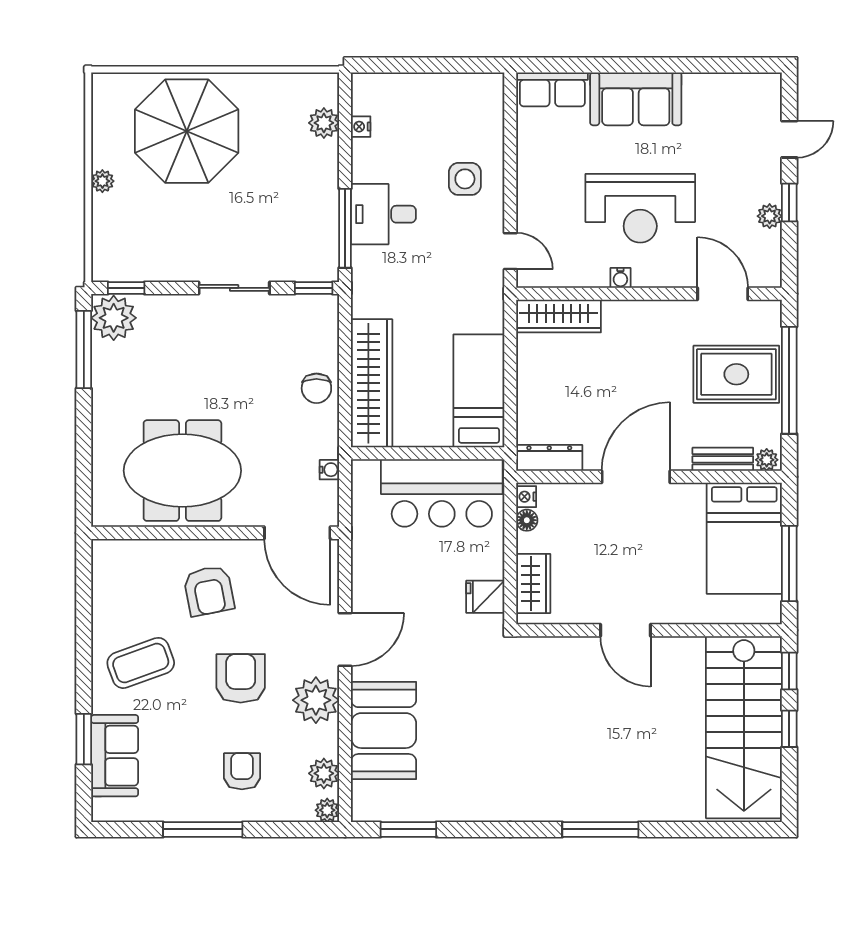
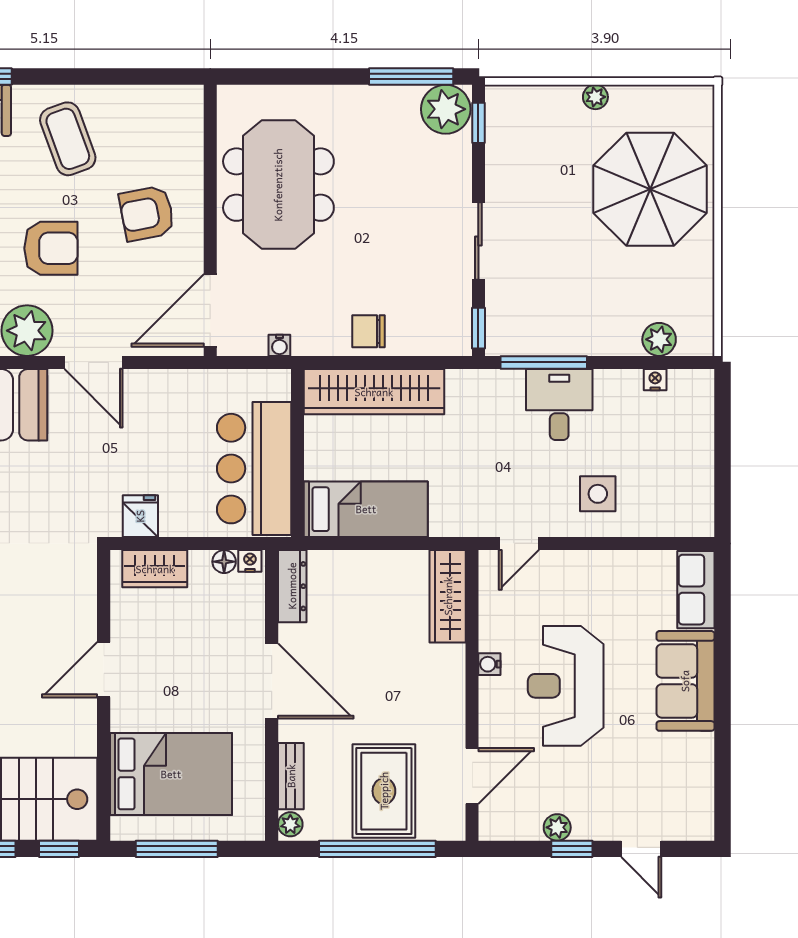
bed: (744, 538) -> (171, 774), moved, turned 180

